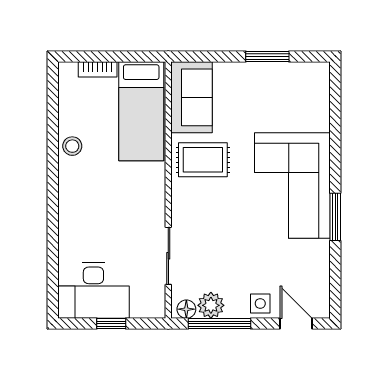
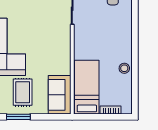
rug: (203, 160) -> (23, 92), moved, turned 90

